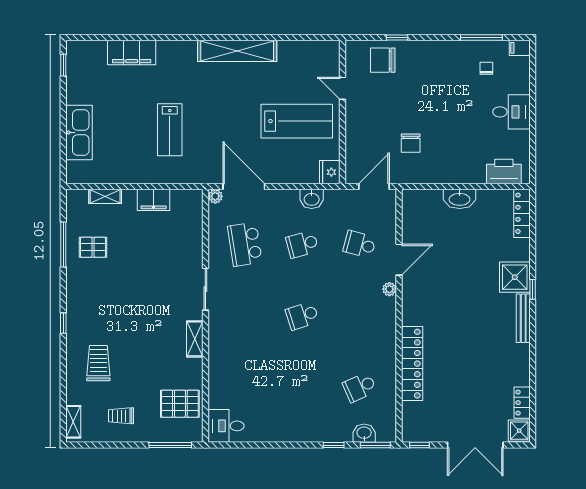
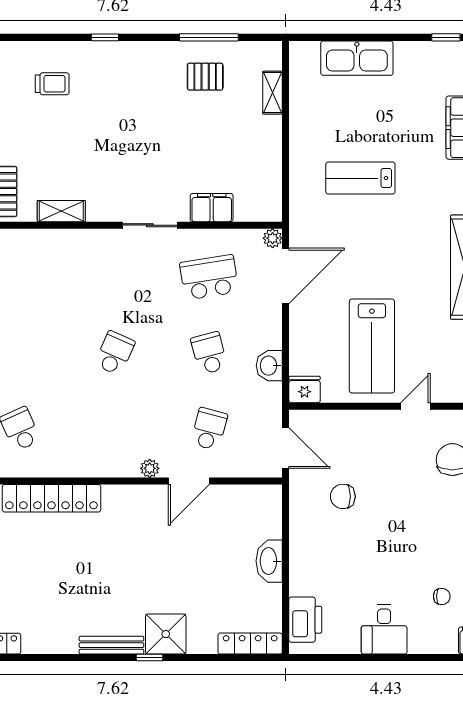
filing cabinet: (154, 200) -> (212, 208), moved, turned 90
pallet: (93, 247) -> (205, 77), turned 90
door: (399, 260) -> (189, 481), hinge flipped
school desk: (302, 316) -> (115, 353), turned 42
shelving: (195, 339) -> (61, 211), moved
trolley: (98, 363) -> (52, 84), width x0.73, depth x0.72

